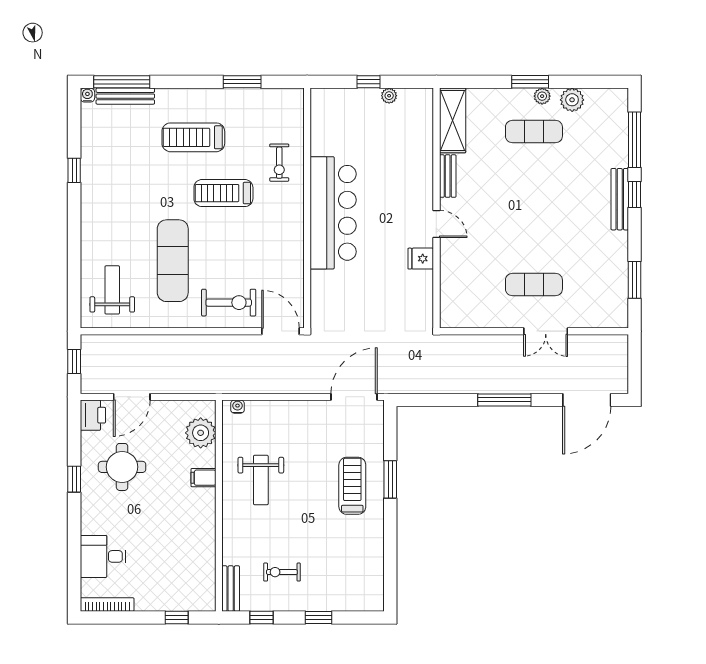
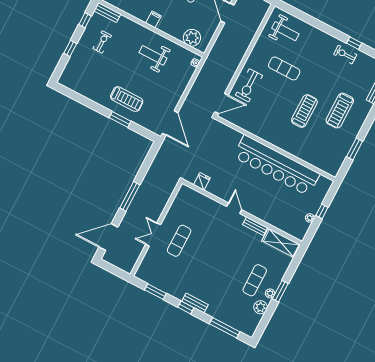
treadmill: (193, 137) -> (340, 111), turned 180
exercise bike: (279, 163) -> (345, 55), moved
window: (635, 195) -> (186, 307), moved
bench: (620, 199) -> (195, 303), width x0.73
bar counter: (333, 213) -> (276, 165), width x1.36
door: (436, 224) -> (234, 208), swing flipped
fridge: (421, 259) -> (202, 181), moved
exercise mat: (173, 261) -> (284, 68), width x0.73, depth x0.69
door: (587, 400) -> (108, 237), hinge flipped
filing cabinet: (203, 478) -> (153, 19), moved

